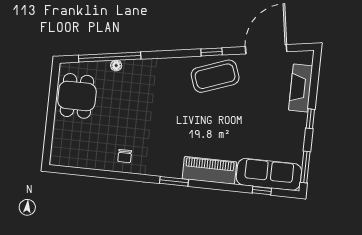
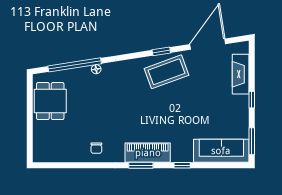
floor lamp: (116, 66) -> (96, 69), moved
piano: (209, 170) -> (148, 153), moved
window: (262, 191) -> (182, 165), moved

